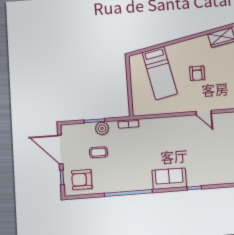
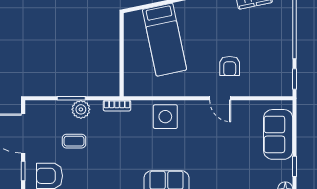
armchair: (197, 73) -> (230, 66), moved
side table: (165, 129) -> (165, 117), added

